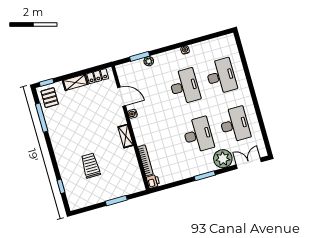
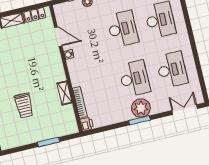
shelving: (126, 136) -> (65, 93), moved
plant: (223, 159) -> (141, 108), moved
trolley: (91, 166) -> (24, 105), turned 180

